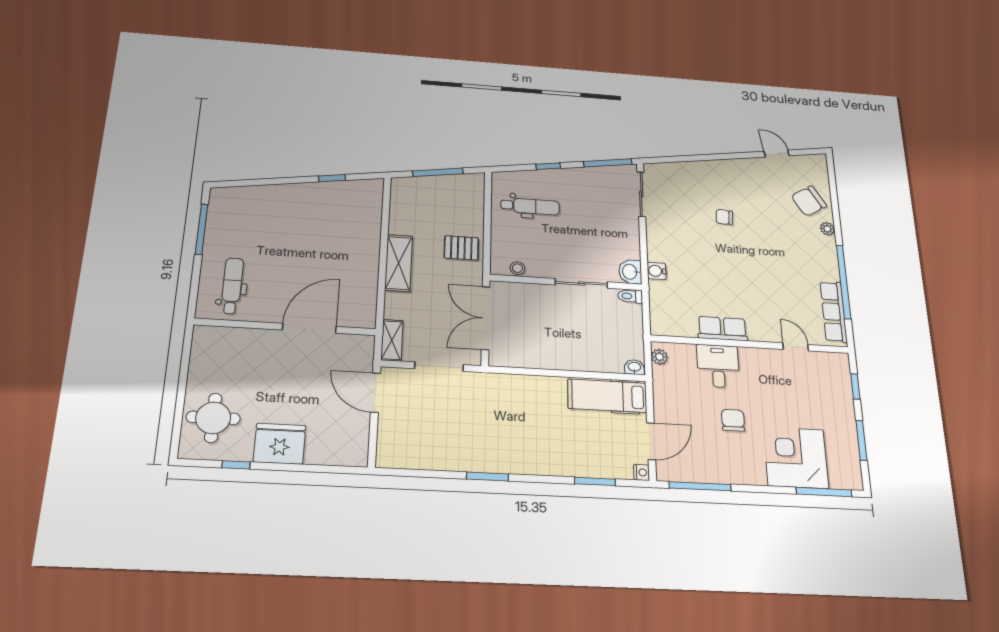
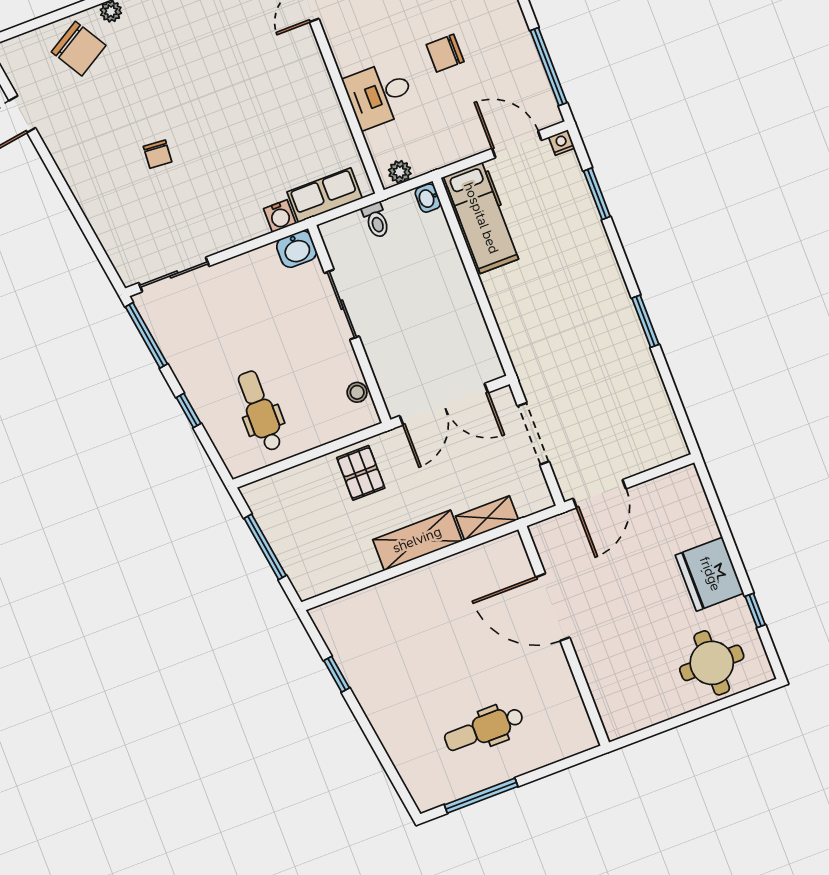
dental chair: (232, 286) -> (484, 729), moved
toilet: (630, 296) -> (376, 220), moved
row of seats: (722, 329) -> (325, 195), moved, turned 90
shelving: (392, 340) -> (487, 518), moved

